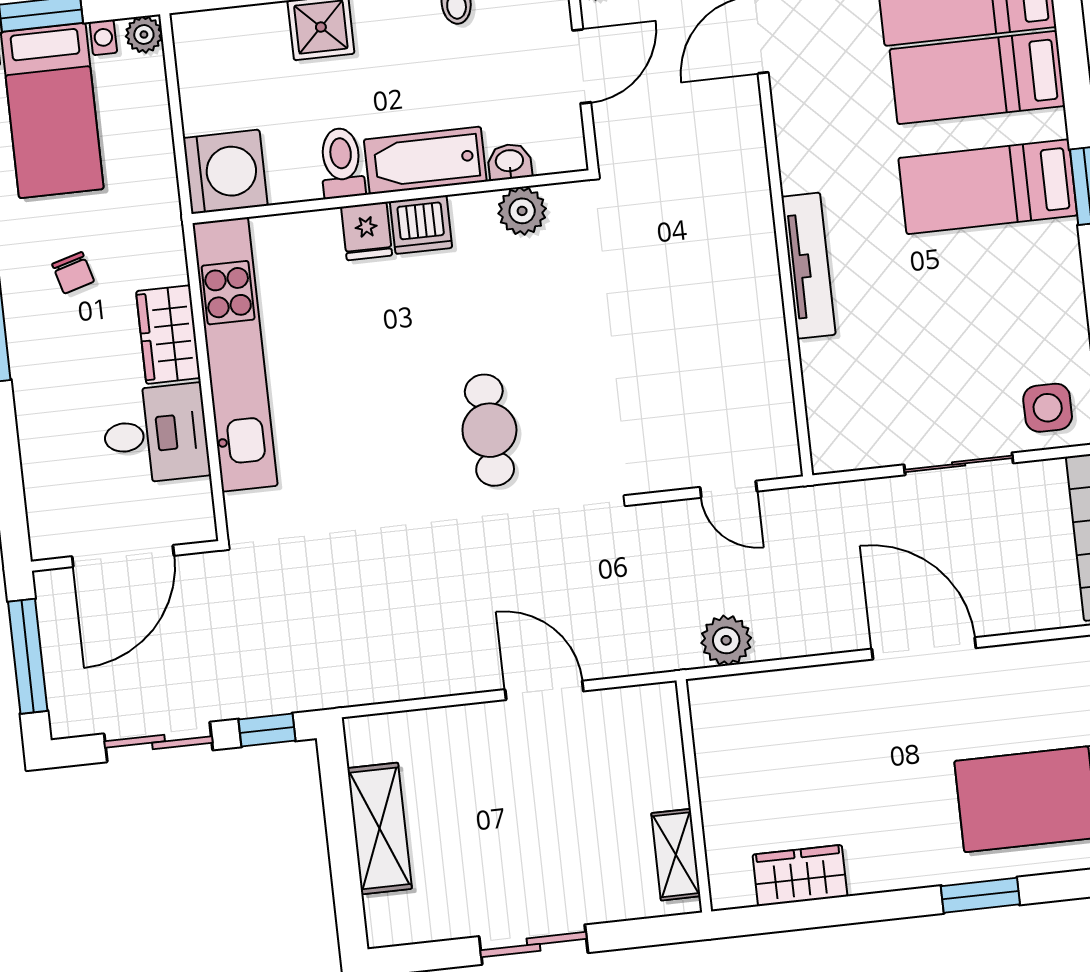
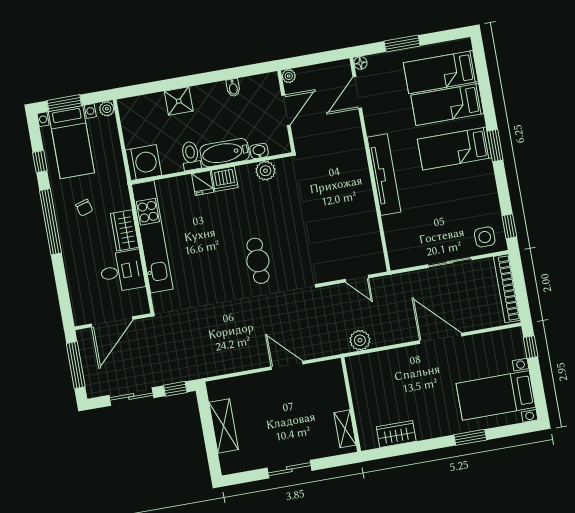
tv unit: (808, 266) -> (384, 175), width x1.36, depth x1.29

